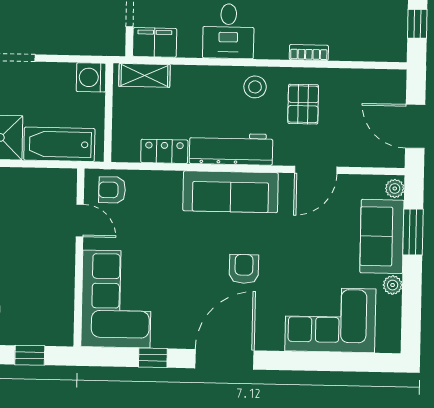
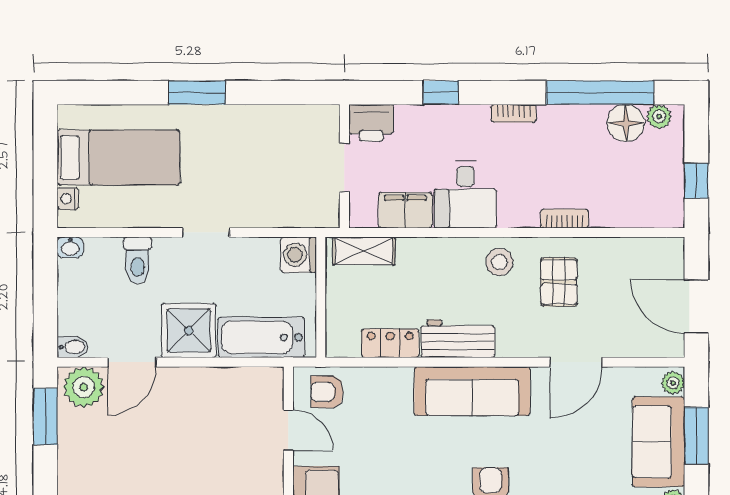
filing cabinet: (155, 42) -> (405, 210), moved
workbench: (231, 149) -> (458, 339), width x0.73

